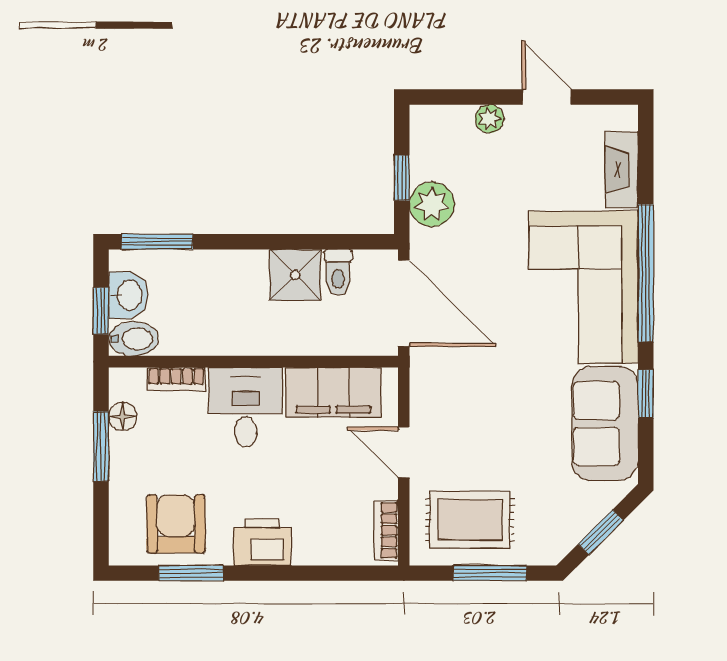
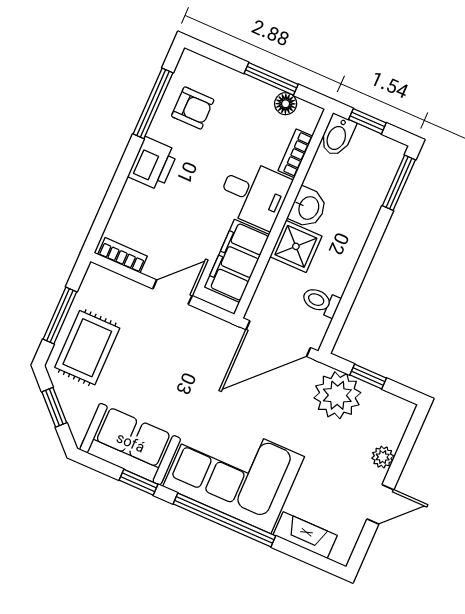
plant: (432, 204) -> (337, 395), width x1.36, depth x1.36
shower: (295, 275) -> (296, 246), moved
washbasin: (128, 295) -> (308, 208), moved, turned -90
rug: (470, 520) -> (87, 348), moved
armchair: (176, 524) -> (193, 108), width x0.72, depth x0.72
window: (191, 573) -> (153, 103), width x1.44

